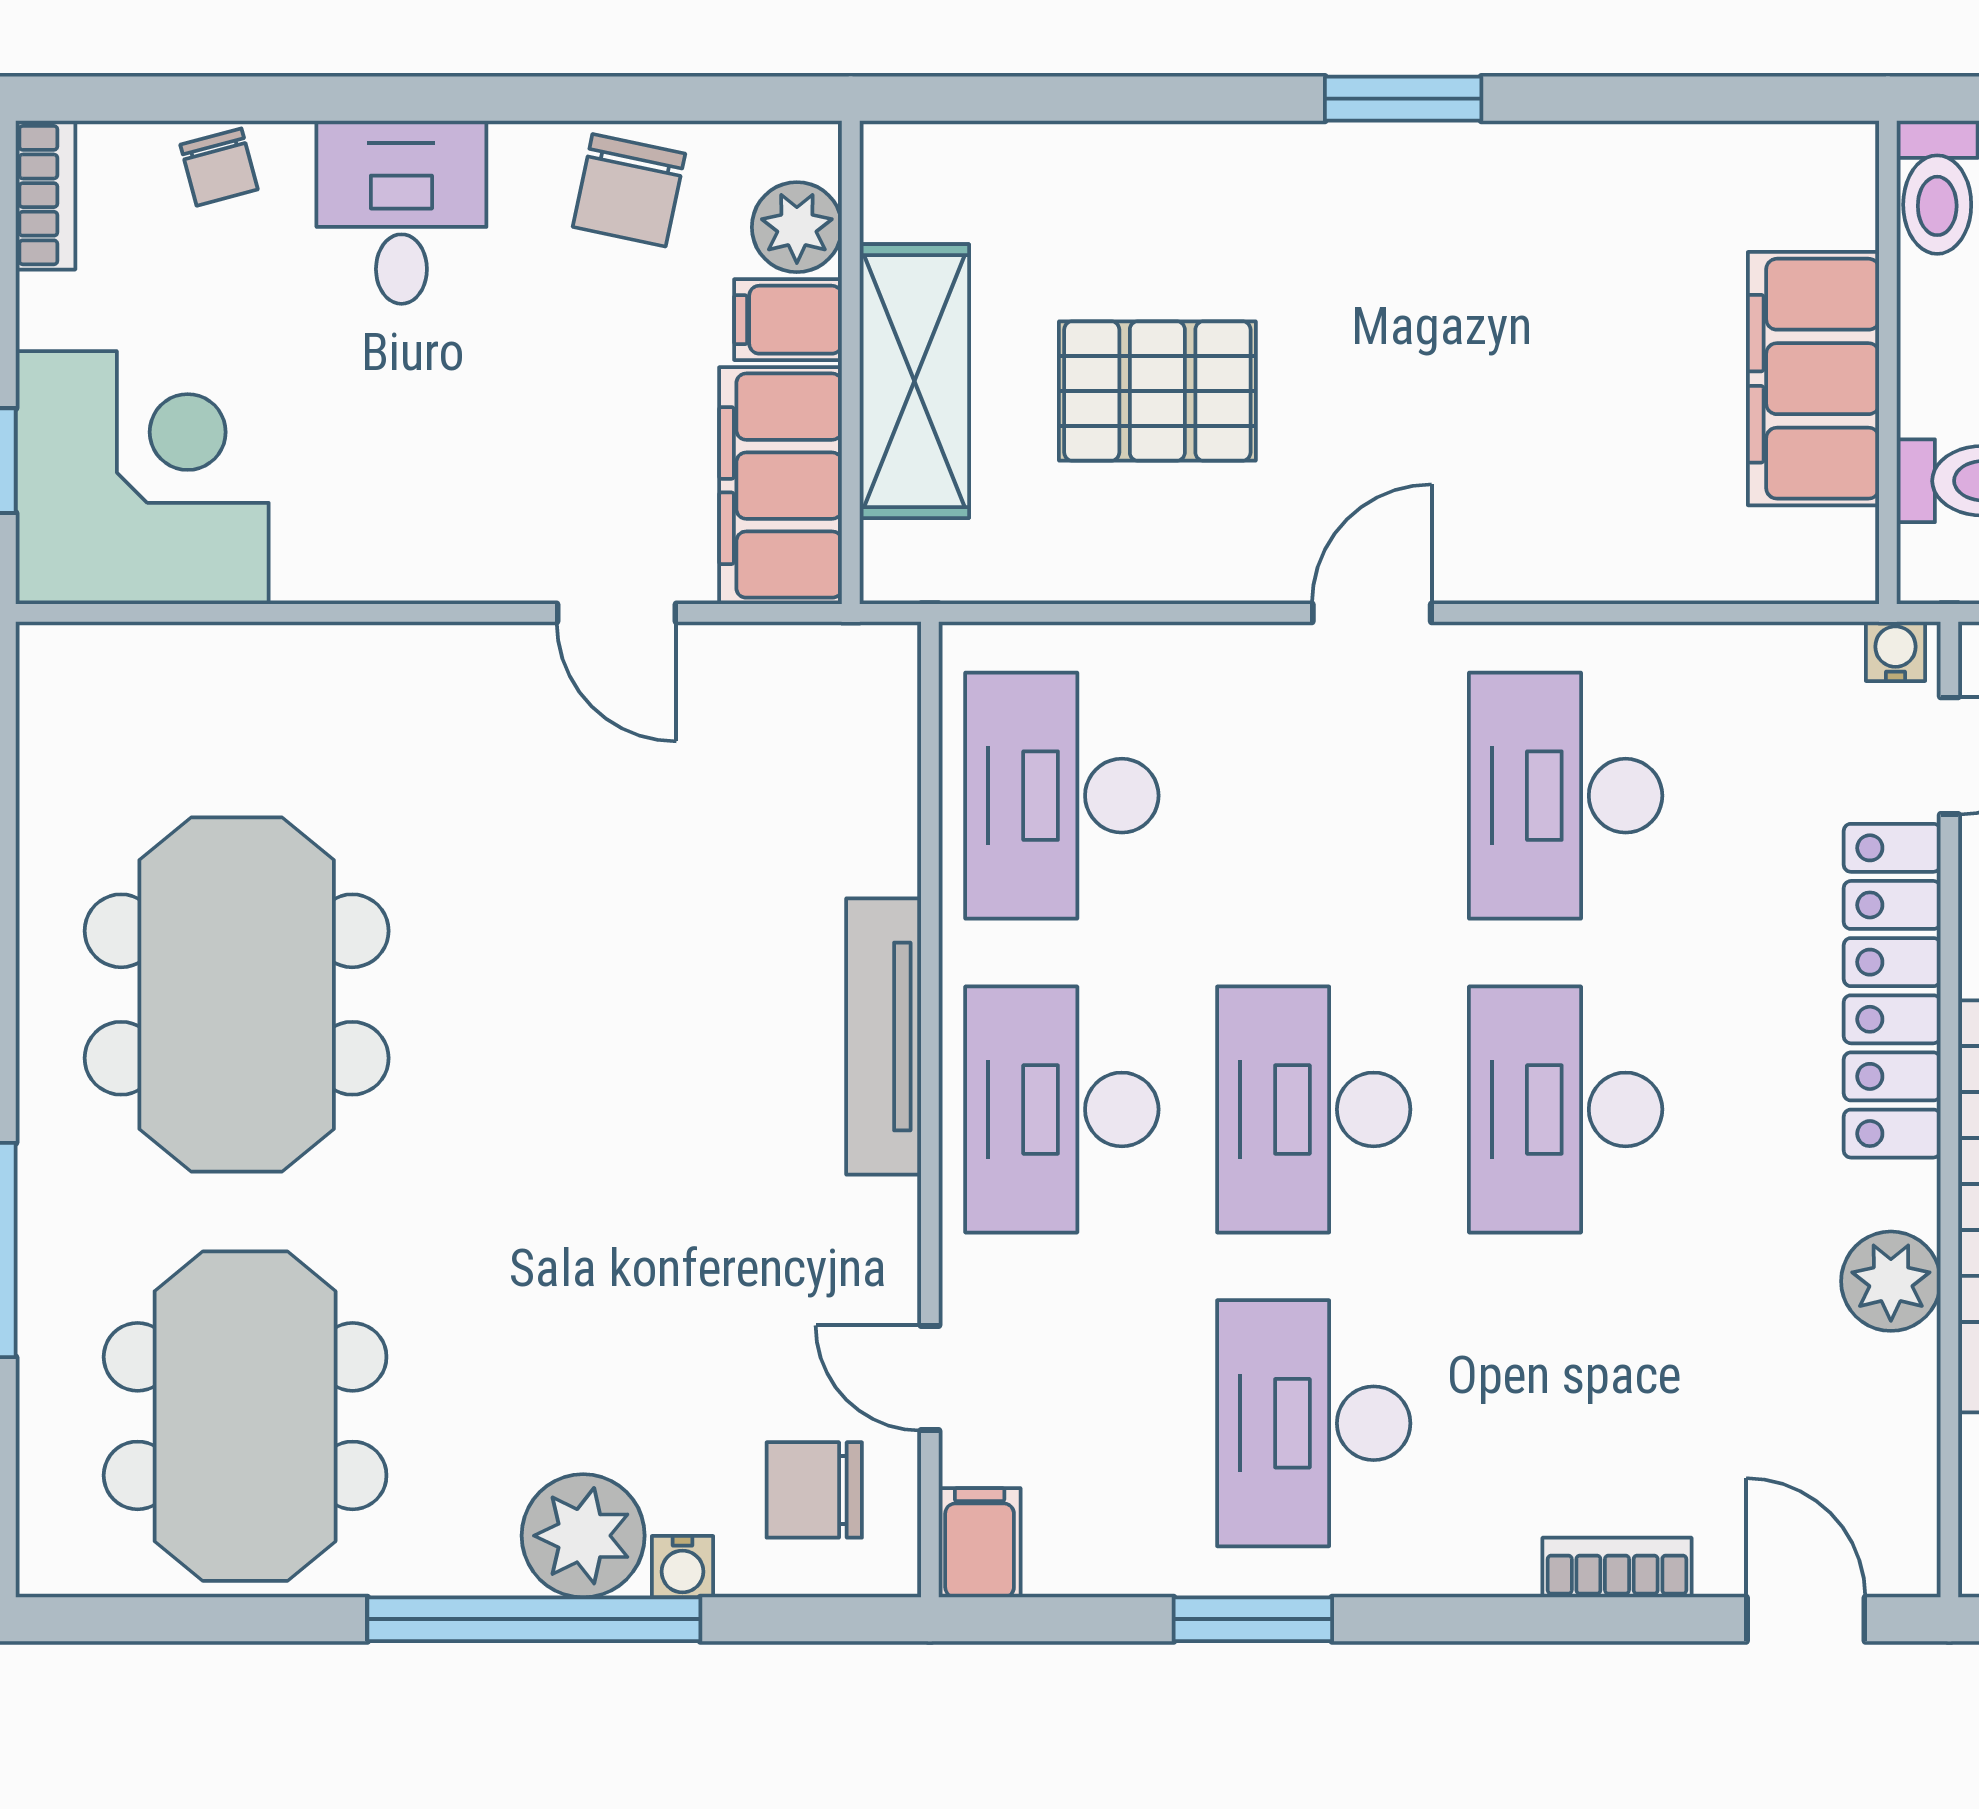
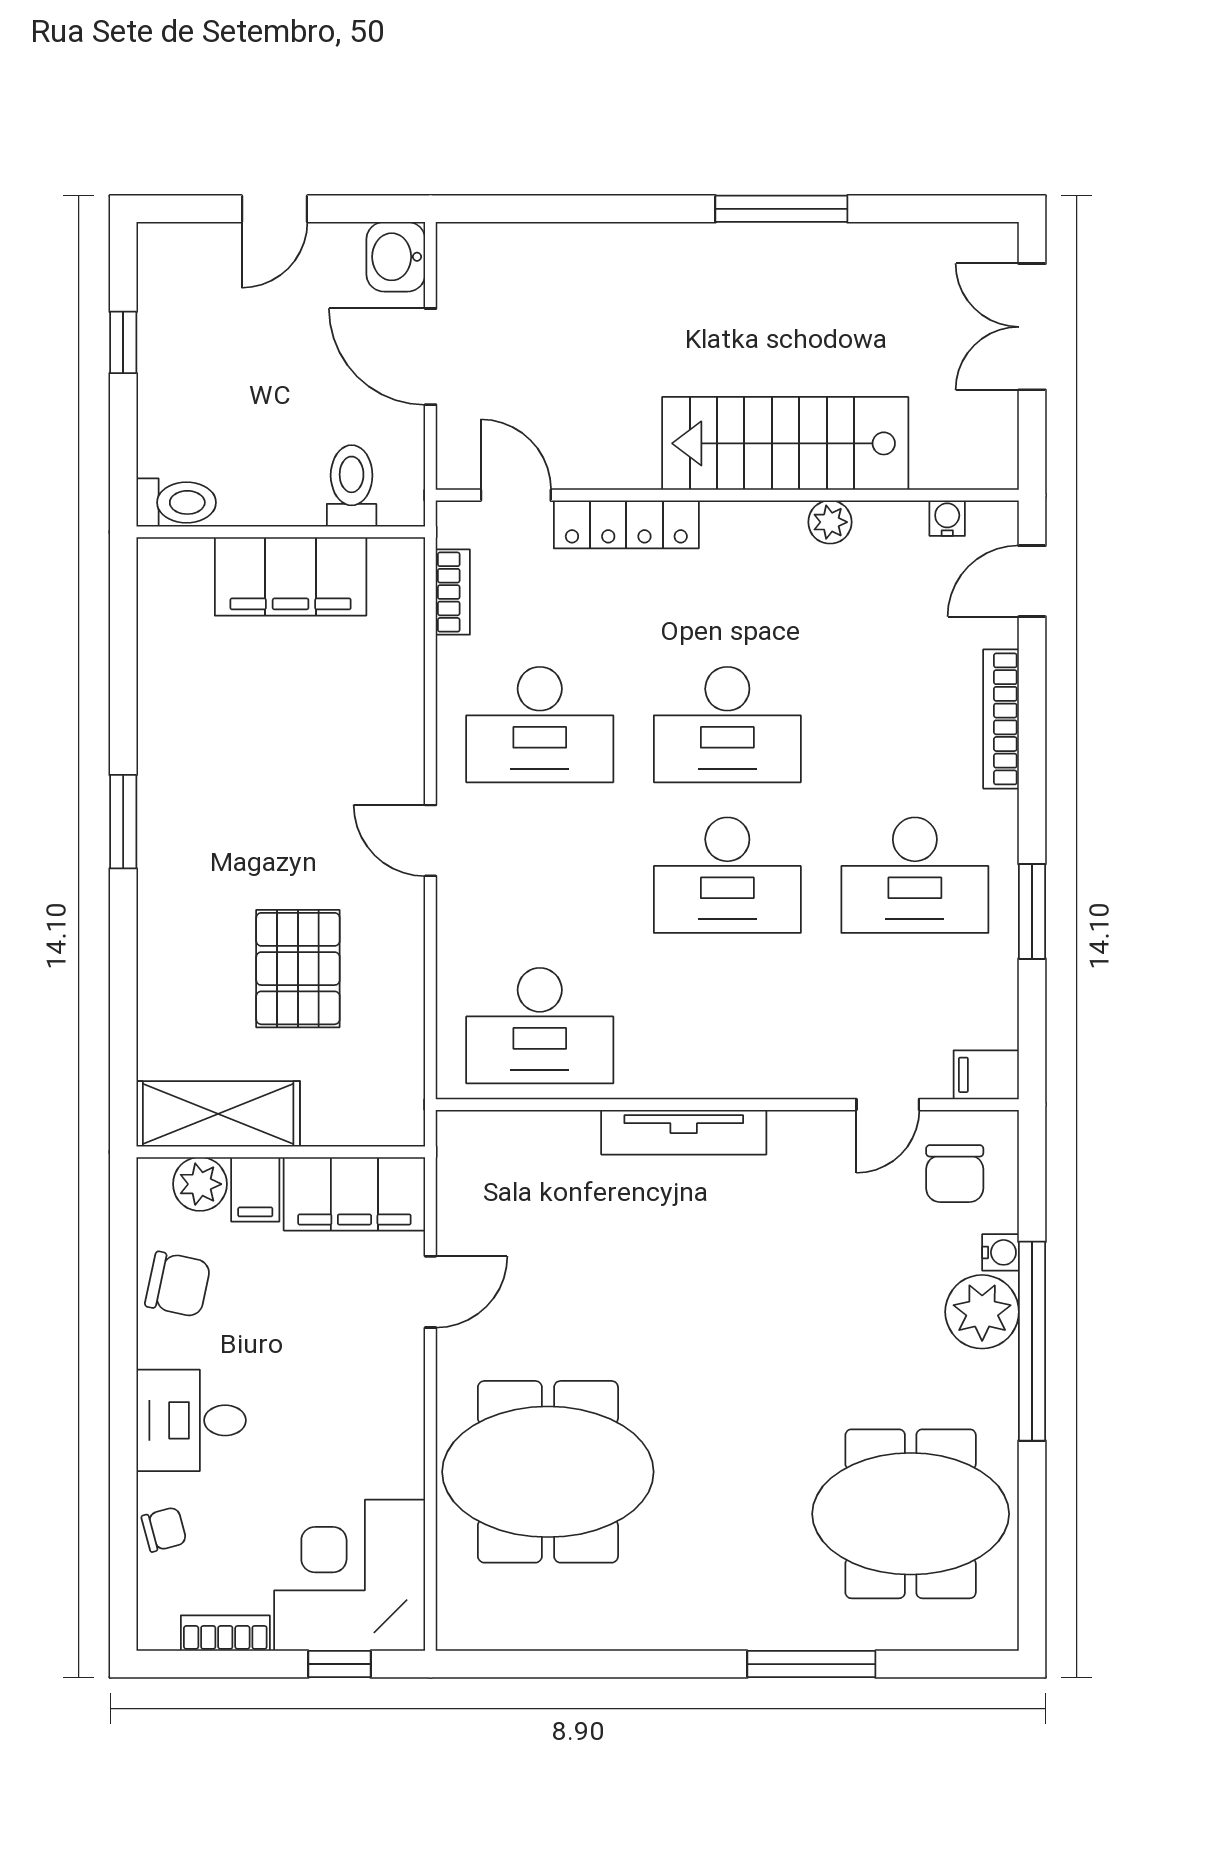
bookcase: (45, 195) -> (225, 1633), moved
shelving: (914, 381) -> (218, 1114), moved
bookcase: (1787, 650) -> (453, 592), added
water cooler: (1895, 651) -> (947, 518), moved, turned 90
locker: (1892, 991) -> (626, 524), width x0.71, depth x0.83
meeting table: (237, 995) -> (548, 1472), moved
desk: (1062, 1109) -> (727, 1026), removed
plant: (1891, 1281) -> (830, 522), width x0.73, depth x0.73
bookcase: (1617, 1567) -> (1001, 719), width x1.56

